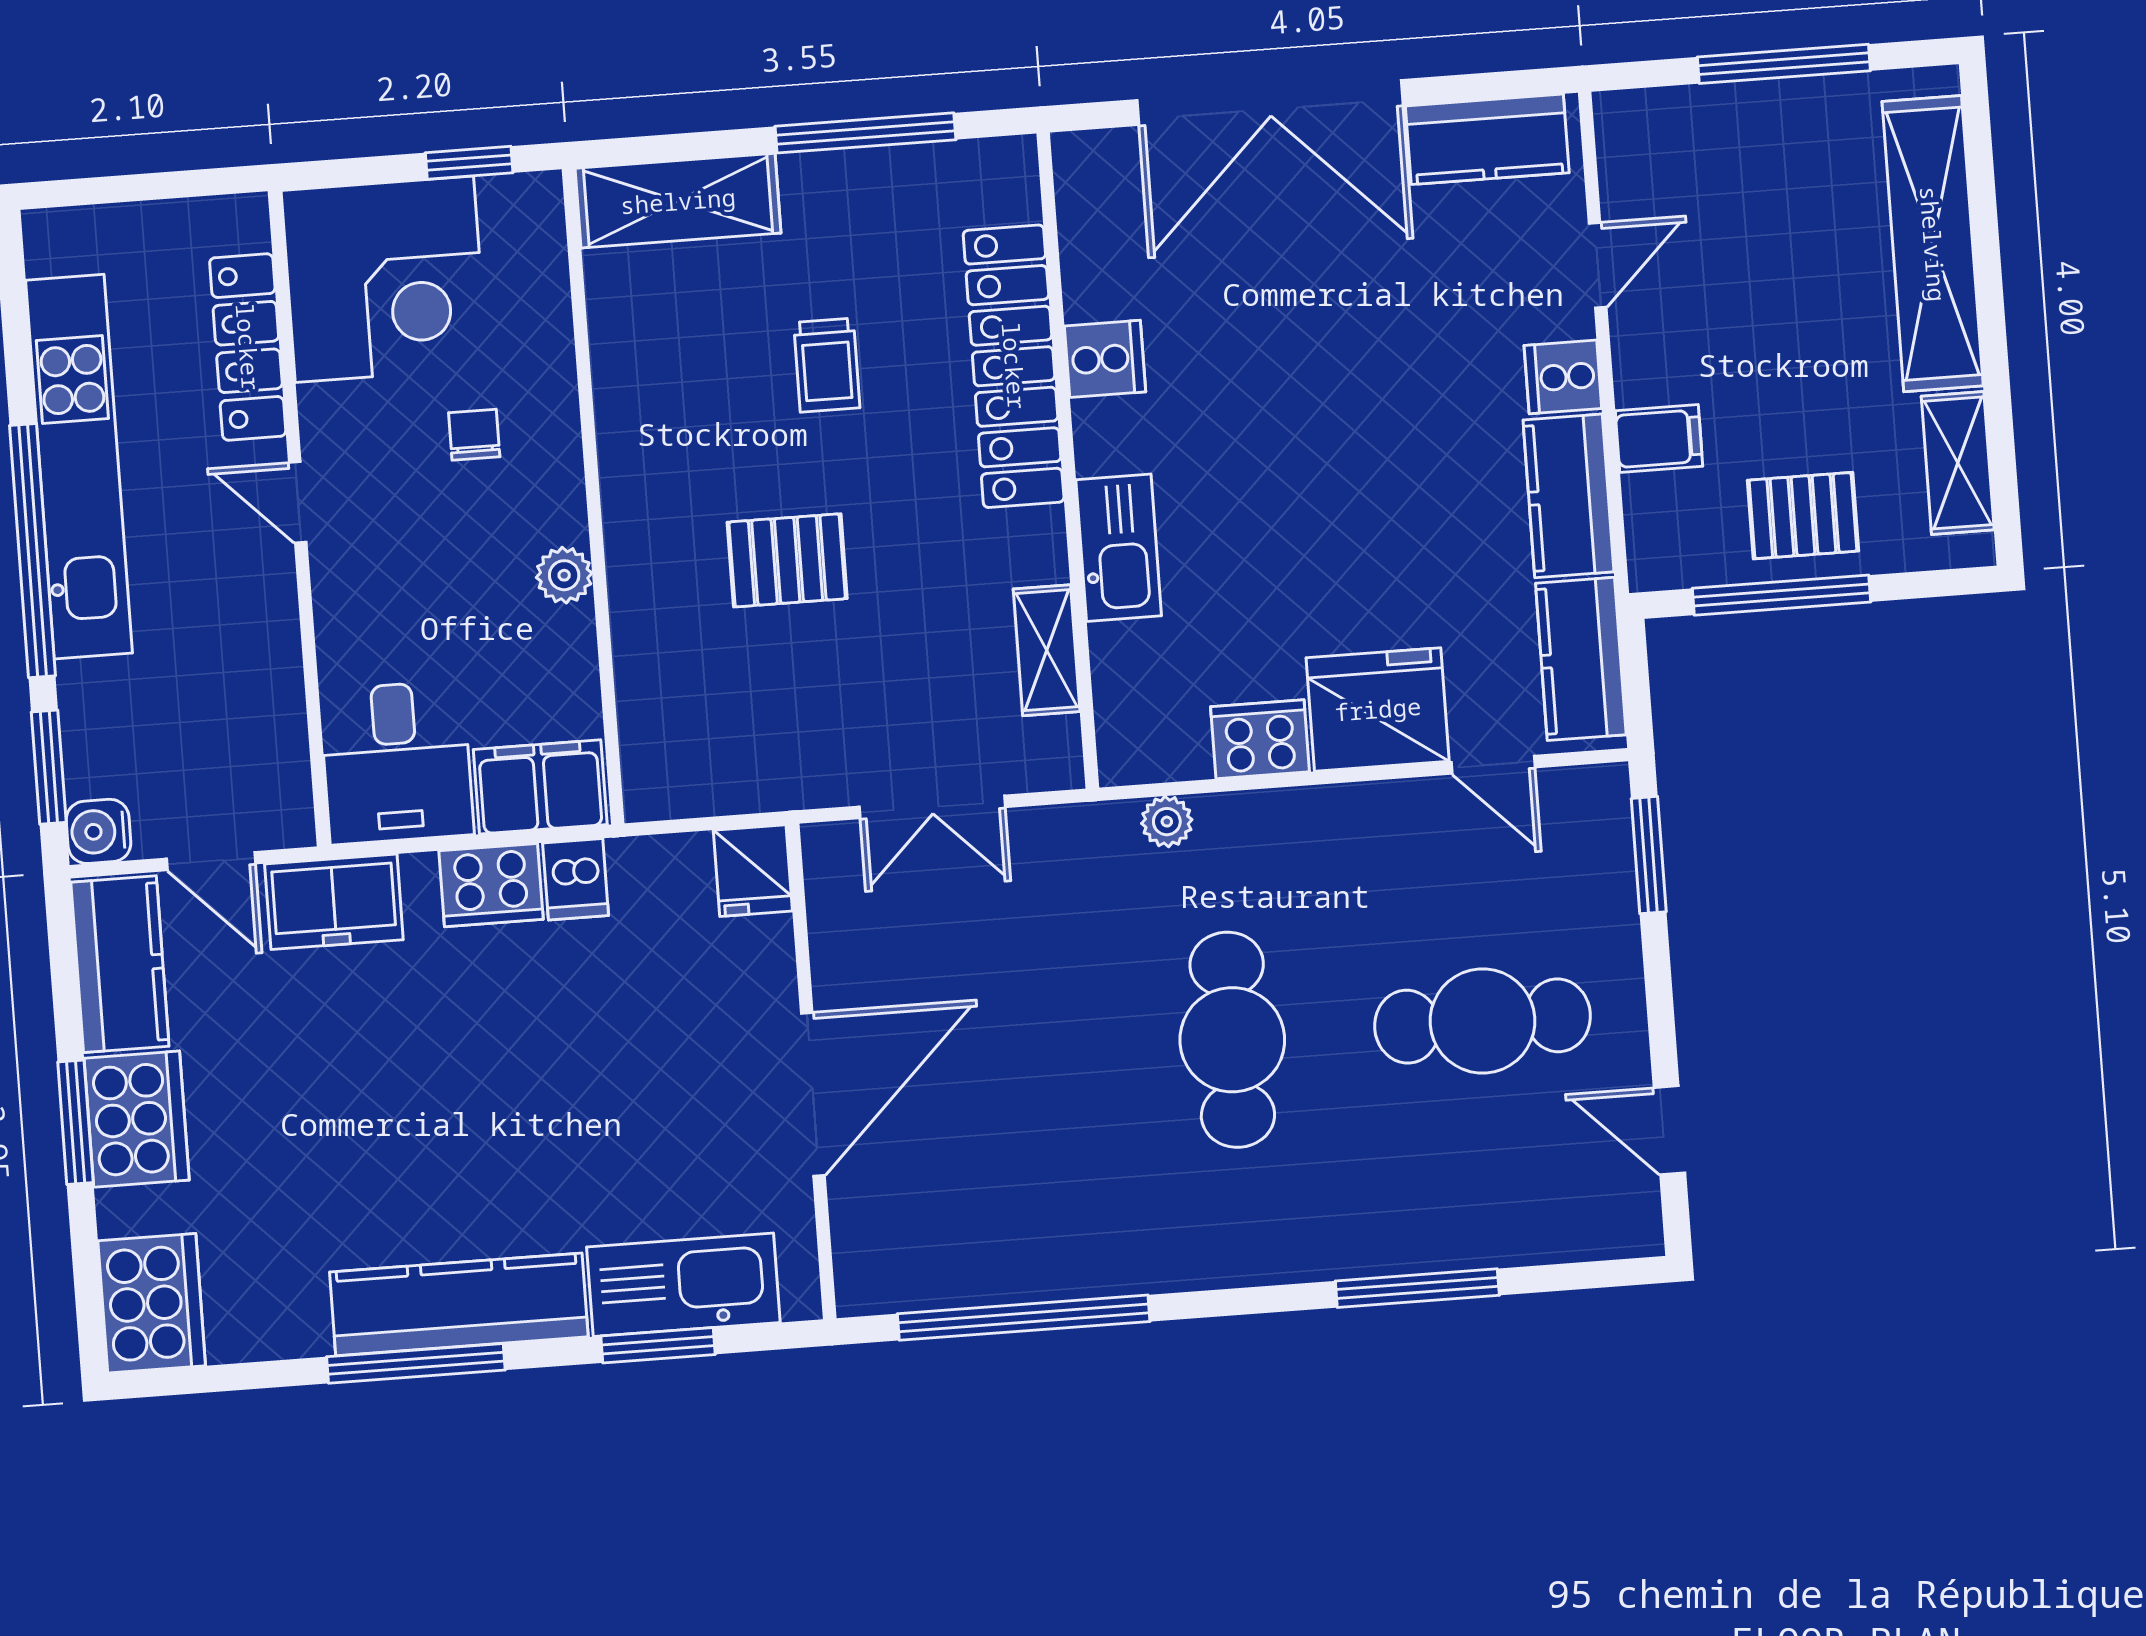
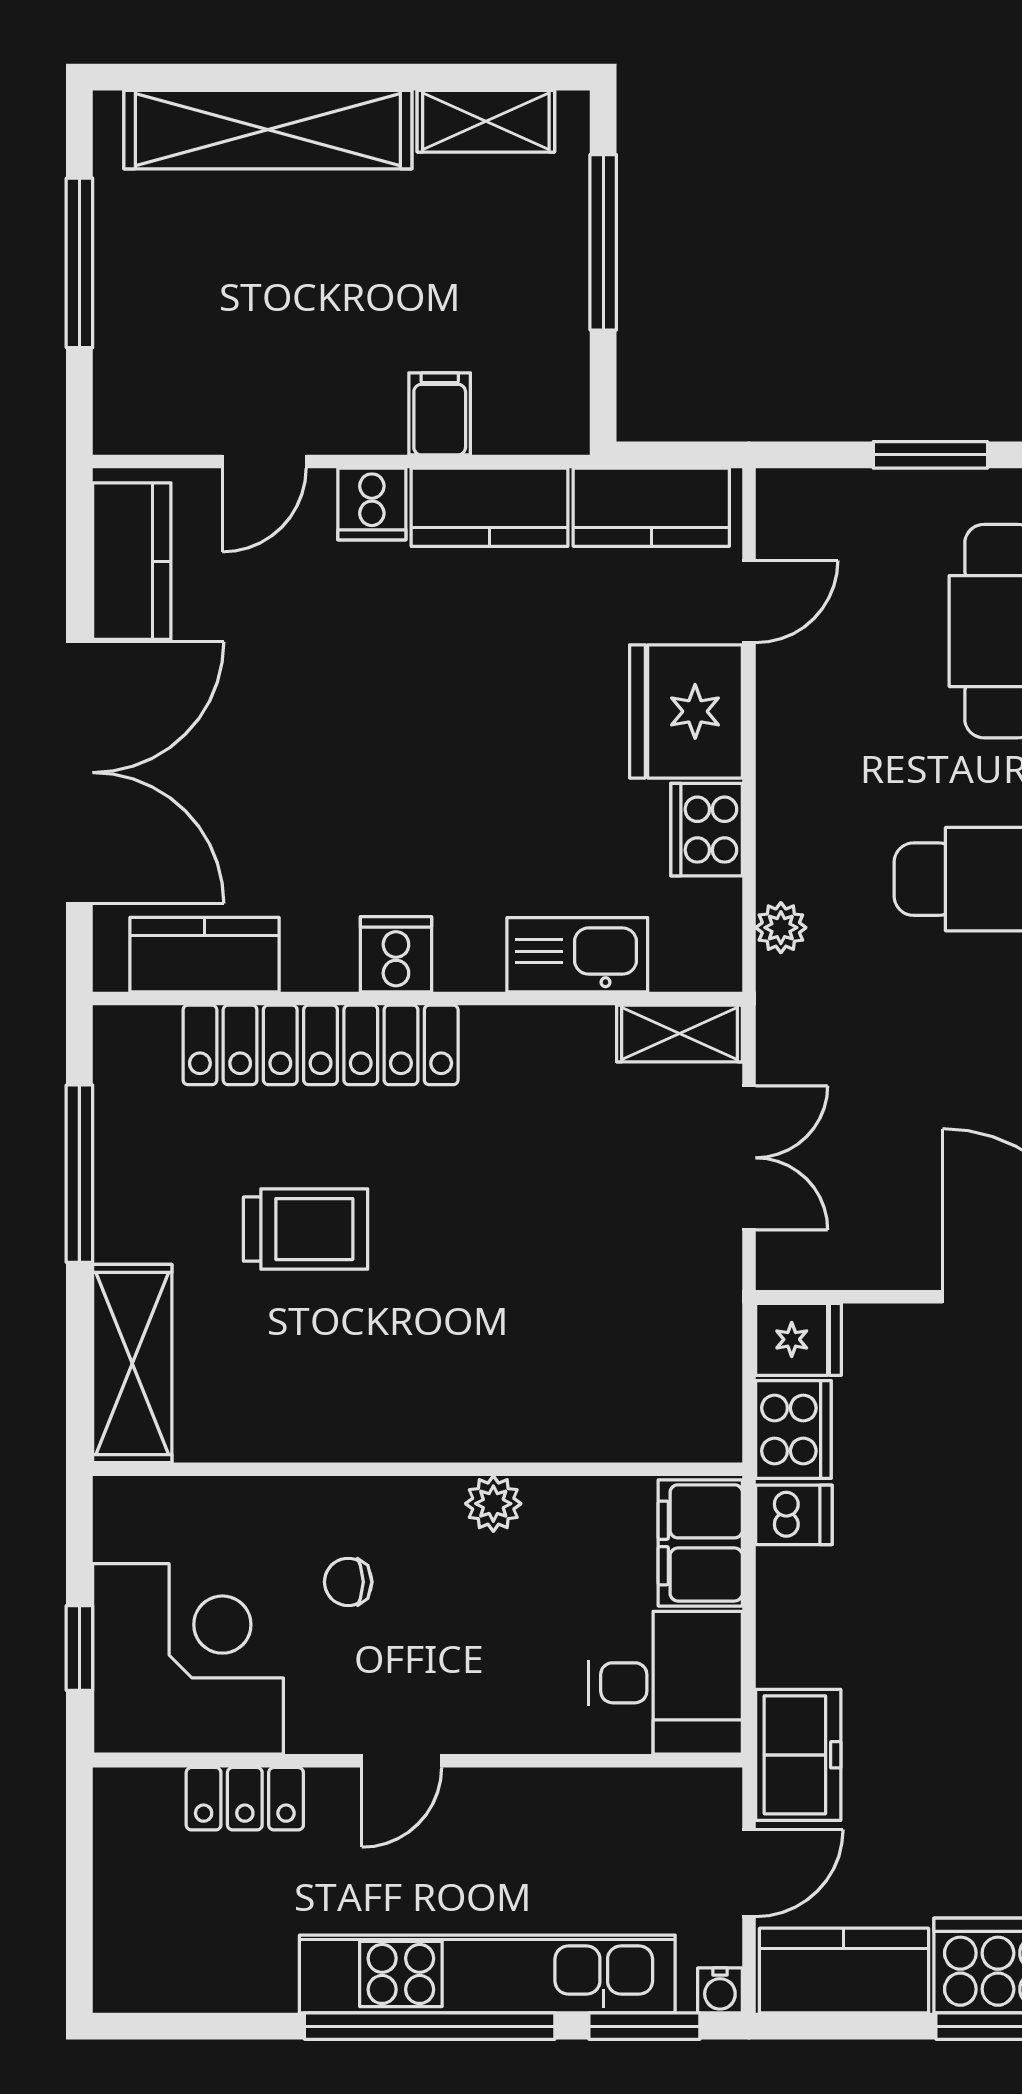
window: (469, 163) -> (79, 1648), moved
kitchen counter: (1096, 242) -> (204, 955), added
door: (1598, 265) -> (264, 462), swing flipped
locker: (248, 347) -> (245, 1799), width x0.66
cooker: (1105, 359) -> (396, 954), moved
trolley: (827, 365) -> (306, 1229), width x1.36, depth x1.39
kitchen unit: (79, 467) -> (487, 1974), moved
pallet: (1803, 516) -> (526, 278), removed
kitchen sink: (1119, 548) -> (577, 955), moved
pallet: (787, 560) -> (495, 1283), removed
window: (1782, 595) -> (603, 242), moved
shelving: (1047, 650) -> (679, 1033), moved
water cooler: (98, 831) -> (720, 1990), width x0.72, depth x0.72
window: (1649, 855) -> (930, 455), moved
cooker: (491, 885) -> (793, 1429), moved

